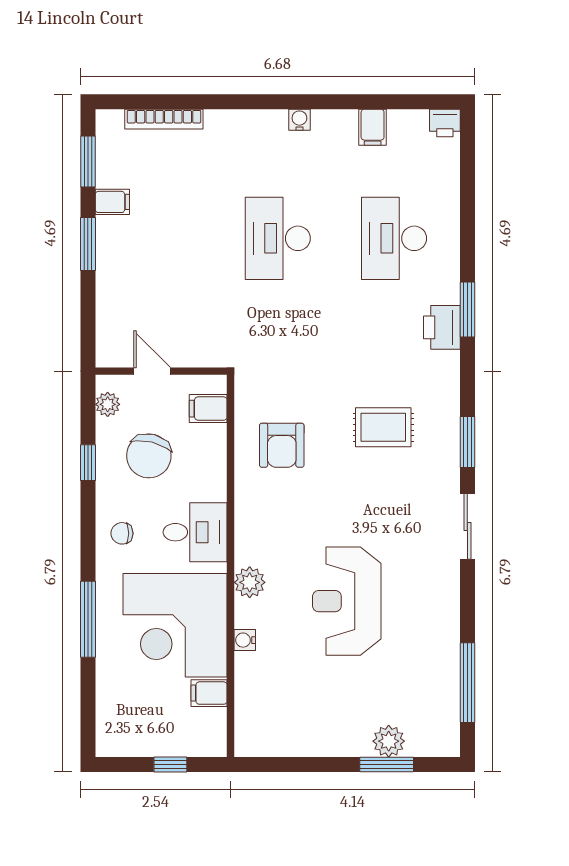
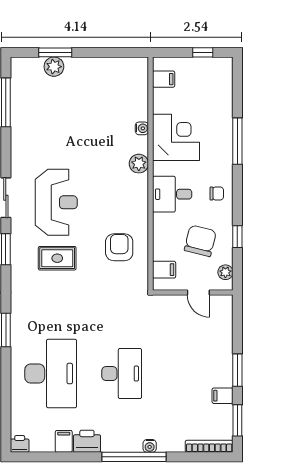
window: (258, 102) -> (134, 457), added
bookcase: (164, 119) -> (209, 446), moved
water cooler: (299, 120) -> (150, 446), moved
desk: (394, 238) -> (51, 374), width x1.36, depth x1.30
printer: (442, 327) -> (87, 441), moved, turned -90
reception desk: (347, 601) -> (56, 202), moved
corner desk: (175, 625) -> (176, 137), width x0.74, depth x0.74
filing cabinet: (209, 693) -> (164, 79), moved
window: (170, 765) -> (203, 52), moved

